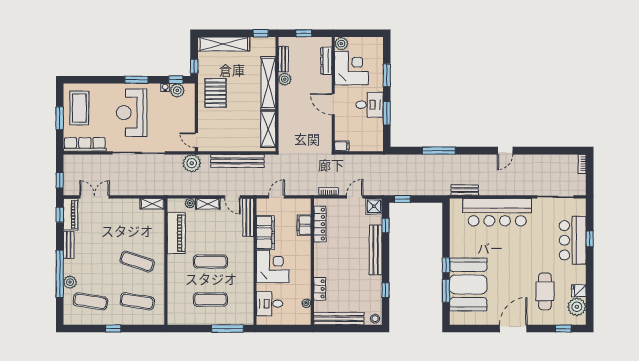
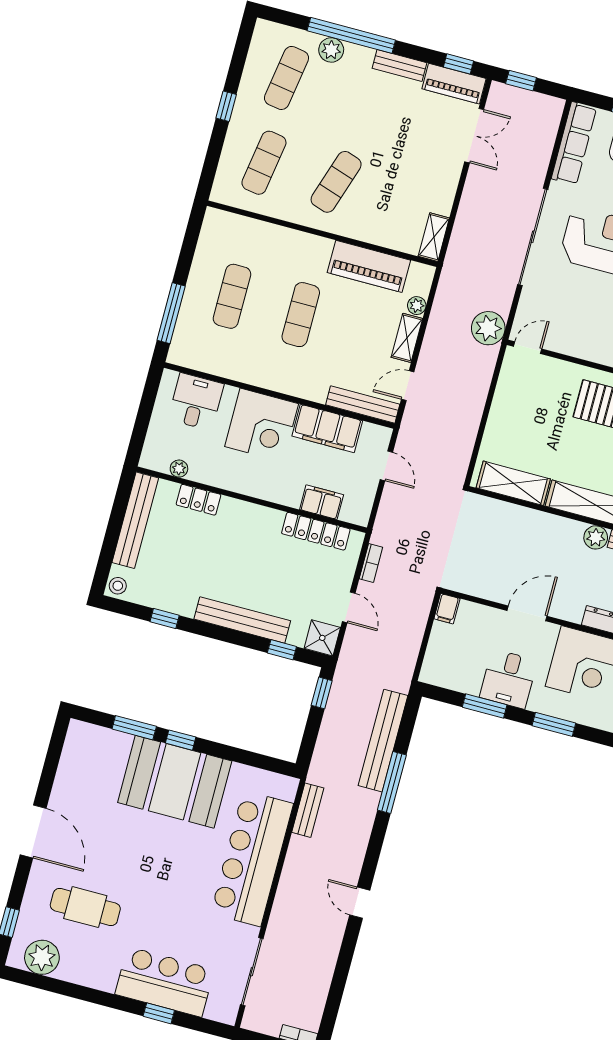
bench: (237, 161) -> (383, 741), moved
booth: (468, 284) -> (175, 782), moved
fridge: (579, 291) -> (70, 969), removed

